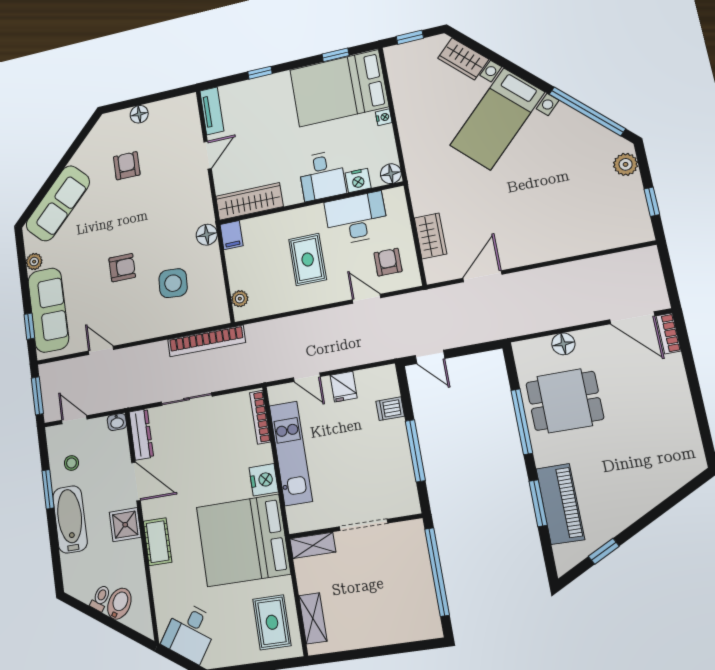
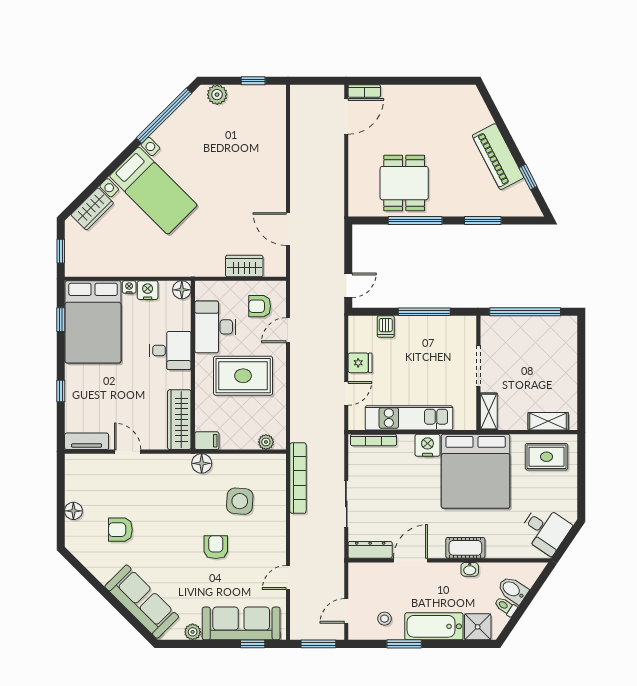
nightstand: (358, 180) -> (148, 290), moved, turned -90
rug: (308, 259) -> (243, 376), width x1.36, depth x1.43
floor lamp: (563, 344) -> (357, 175), removed
washbasin: (117, 422) -> (470, 569), moved, turned 90
piano: (560, 504) -> (498, 157), moved, turned -117
shower: (125, 525) -> (478, 627), moved

